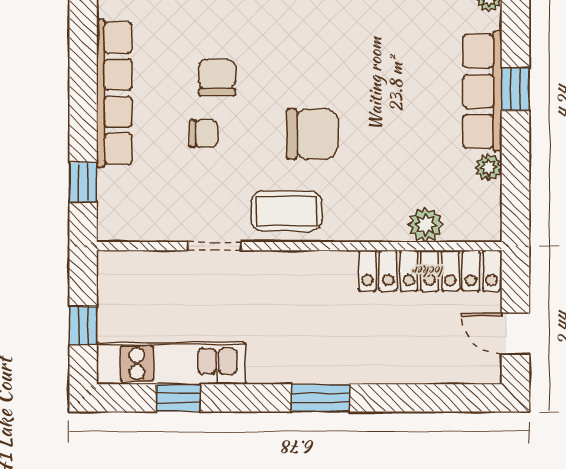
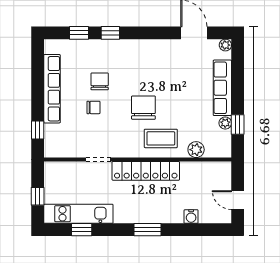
window: (515, 89) -> (238, 125), moved
chair: (312, 134) -> (143, 108), turned -90
coffee table: (286, 211) -> (161, 138), moved
locker: (429, 271) -> (146, 171), moved
water cooler: (415, 369) -> (191, 217), added

